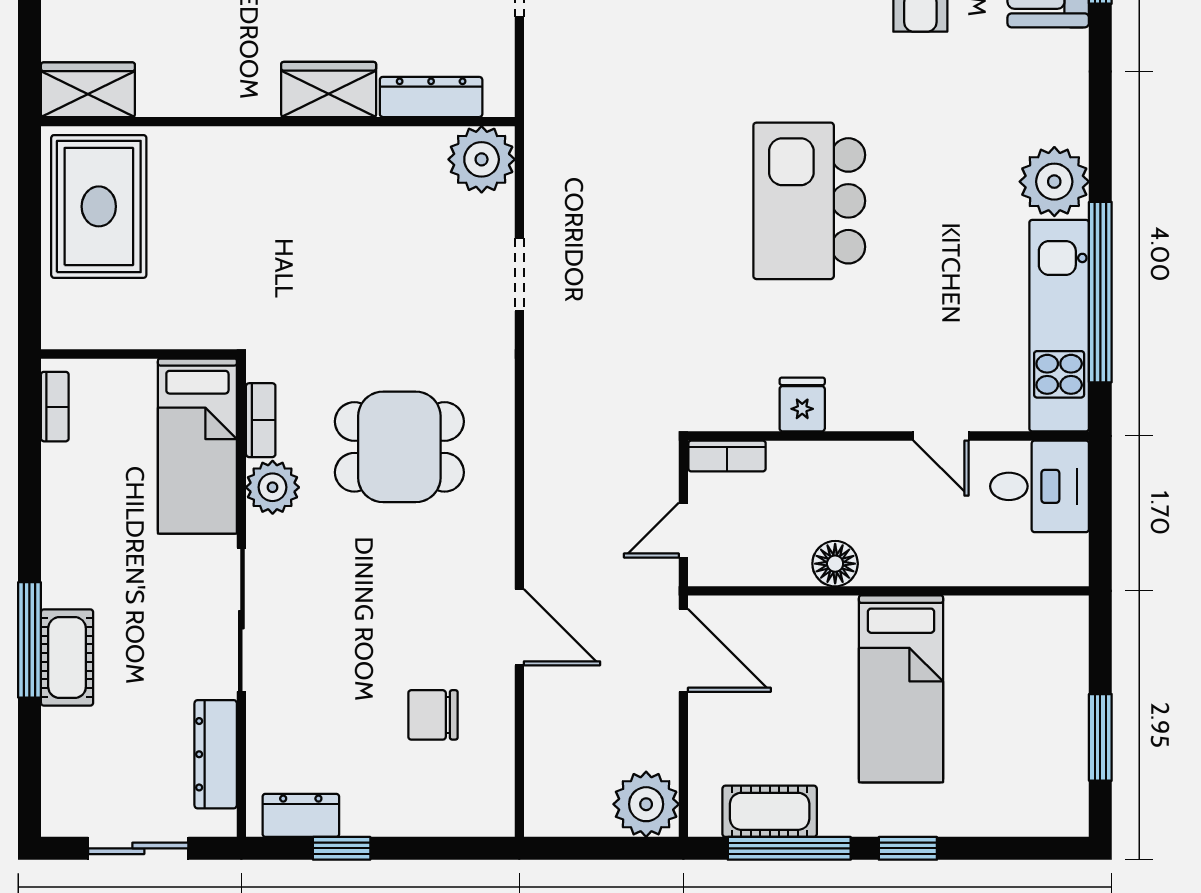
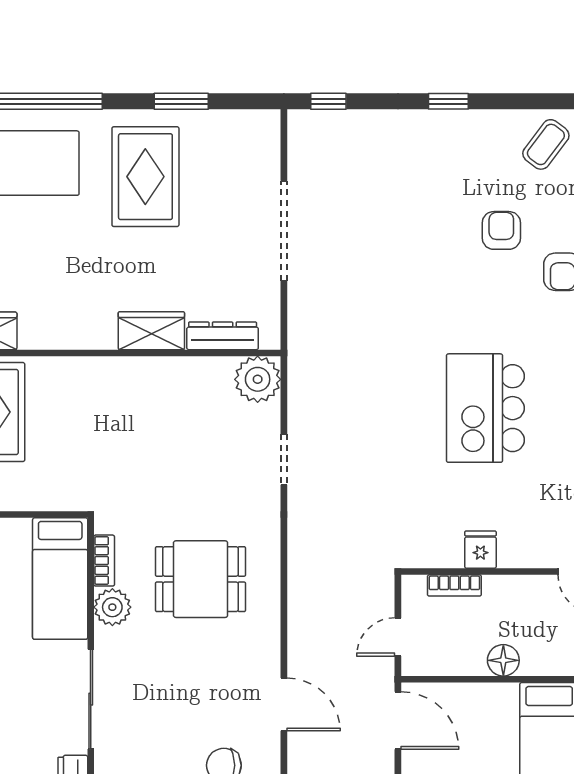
bookcase: (727, 456) -> (454, 585), moved

